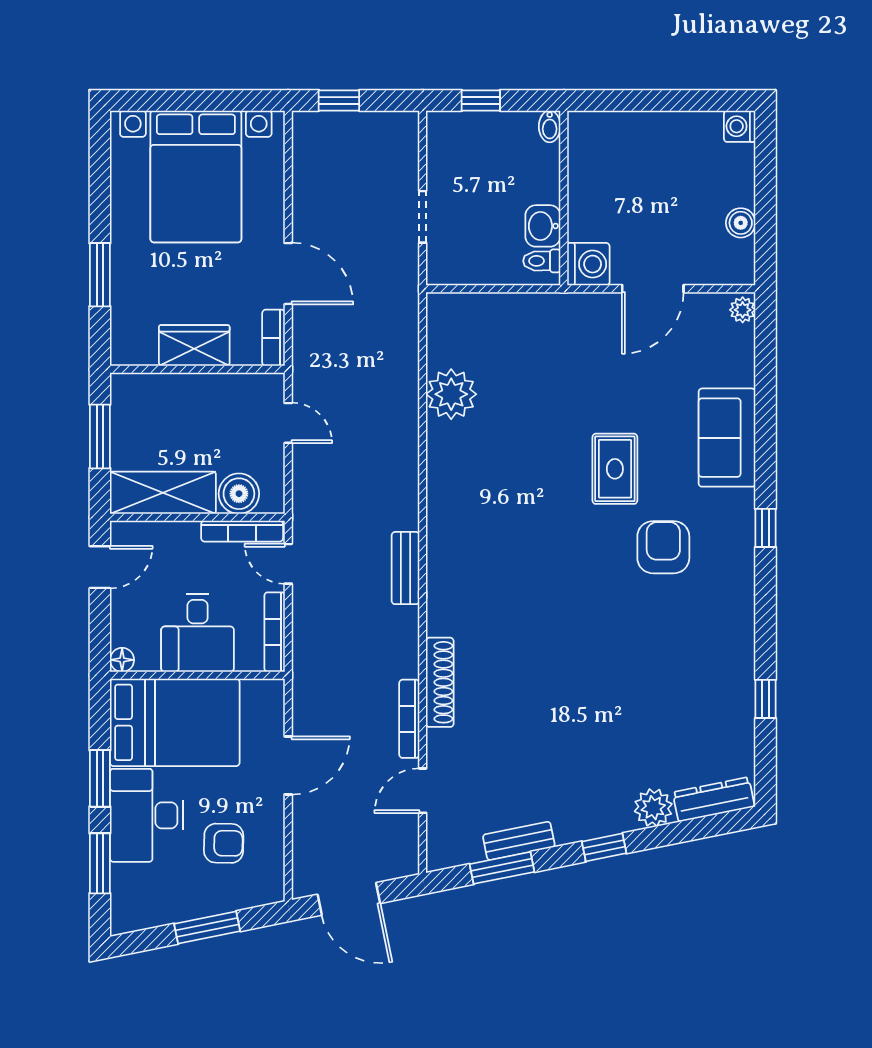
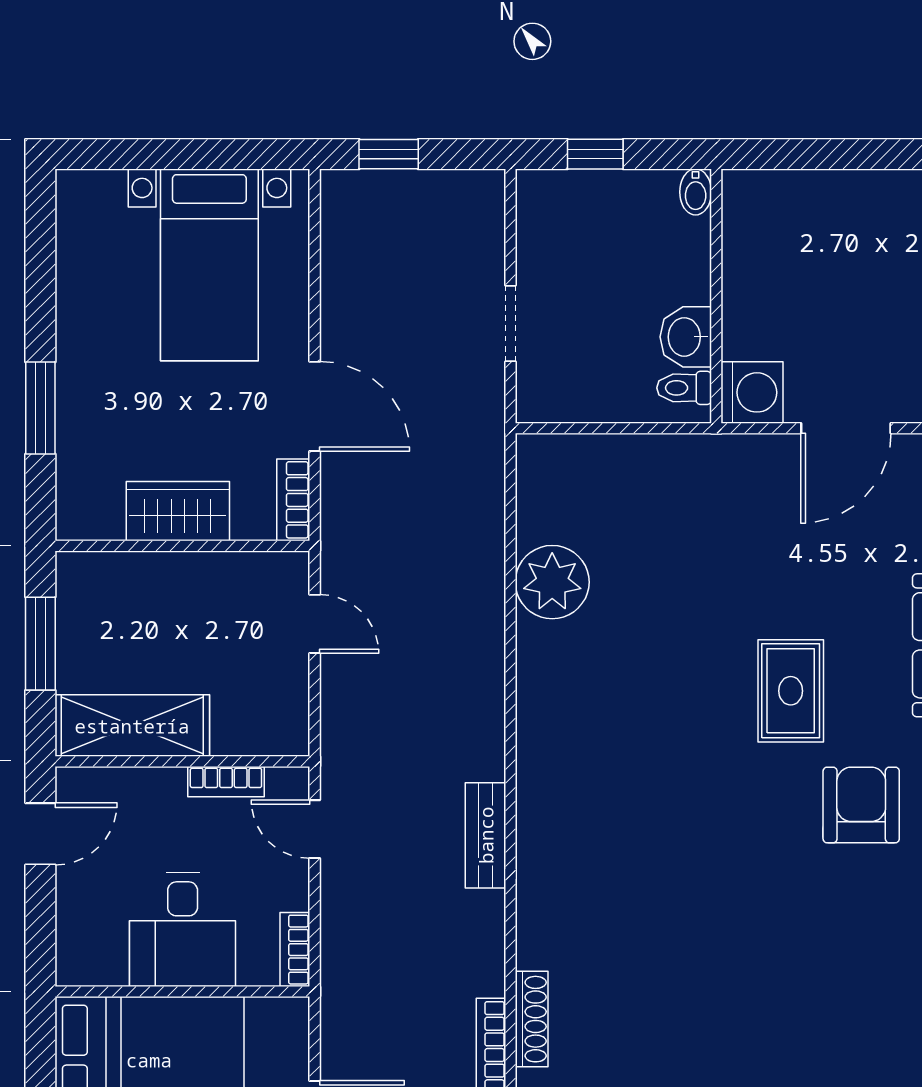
bed with nightstands: (196, 176) -> (209, 265), width x0.73
boiler: (239, 494) -> (243, 727), removed
bookcase: (242, 531) -> (226, 782), width x0.64
bookcase: (275, 632) -> (295, 950), width x0.64
floor lamp: (122, 660) -> (73, 969), removed
shoe rack: (440, 682) -> (532, 1019), width x0.74, depth x0.81

